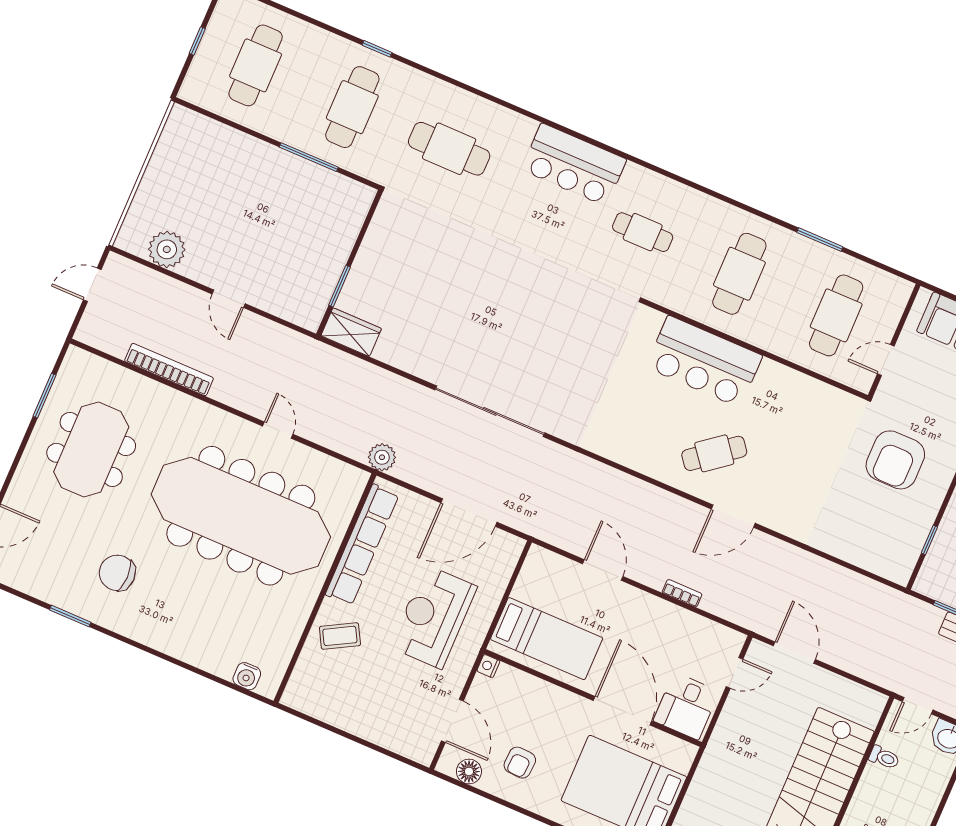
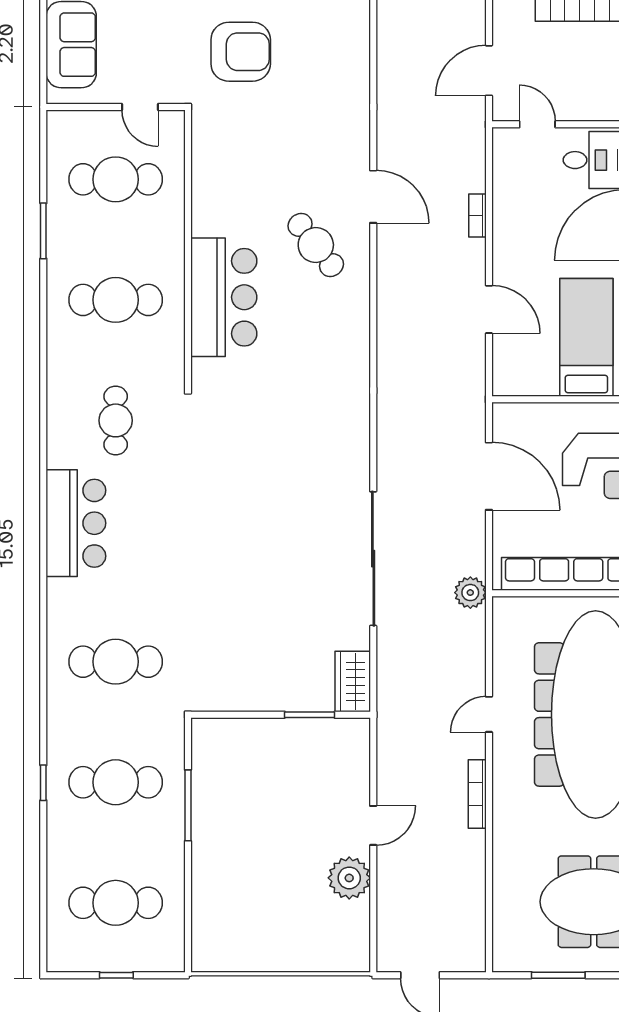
cafe table: (449, 149) -> (116, 662), turned 90
plant: (167, 249) -> (349, 878), moved
bookcase: (169, 370) -> (477, 794), moved, width x0.68, depth x0.76
sliding door: (490, 411) -> (373, 559), moved
door: (603, 570) -> (489, 309), swing flipped

